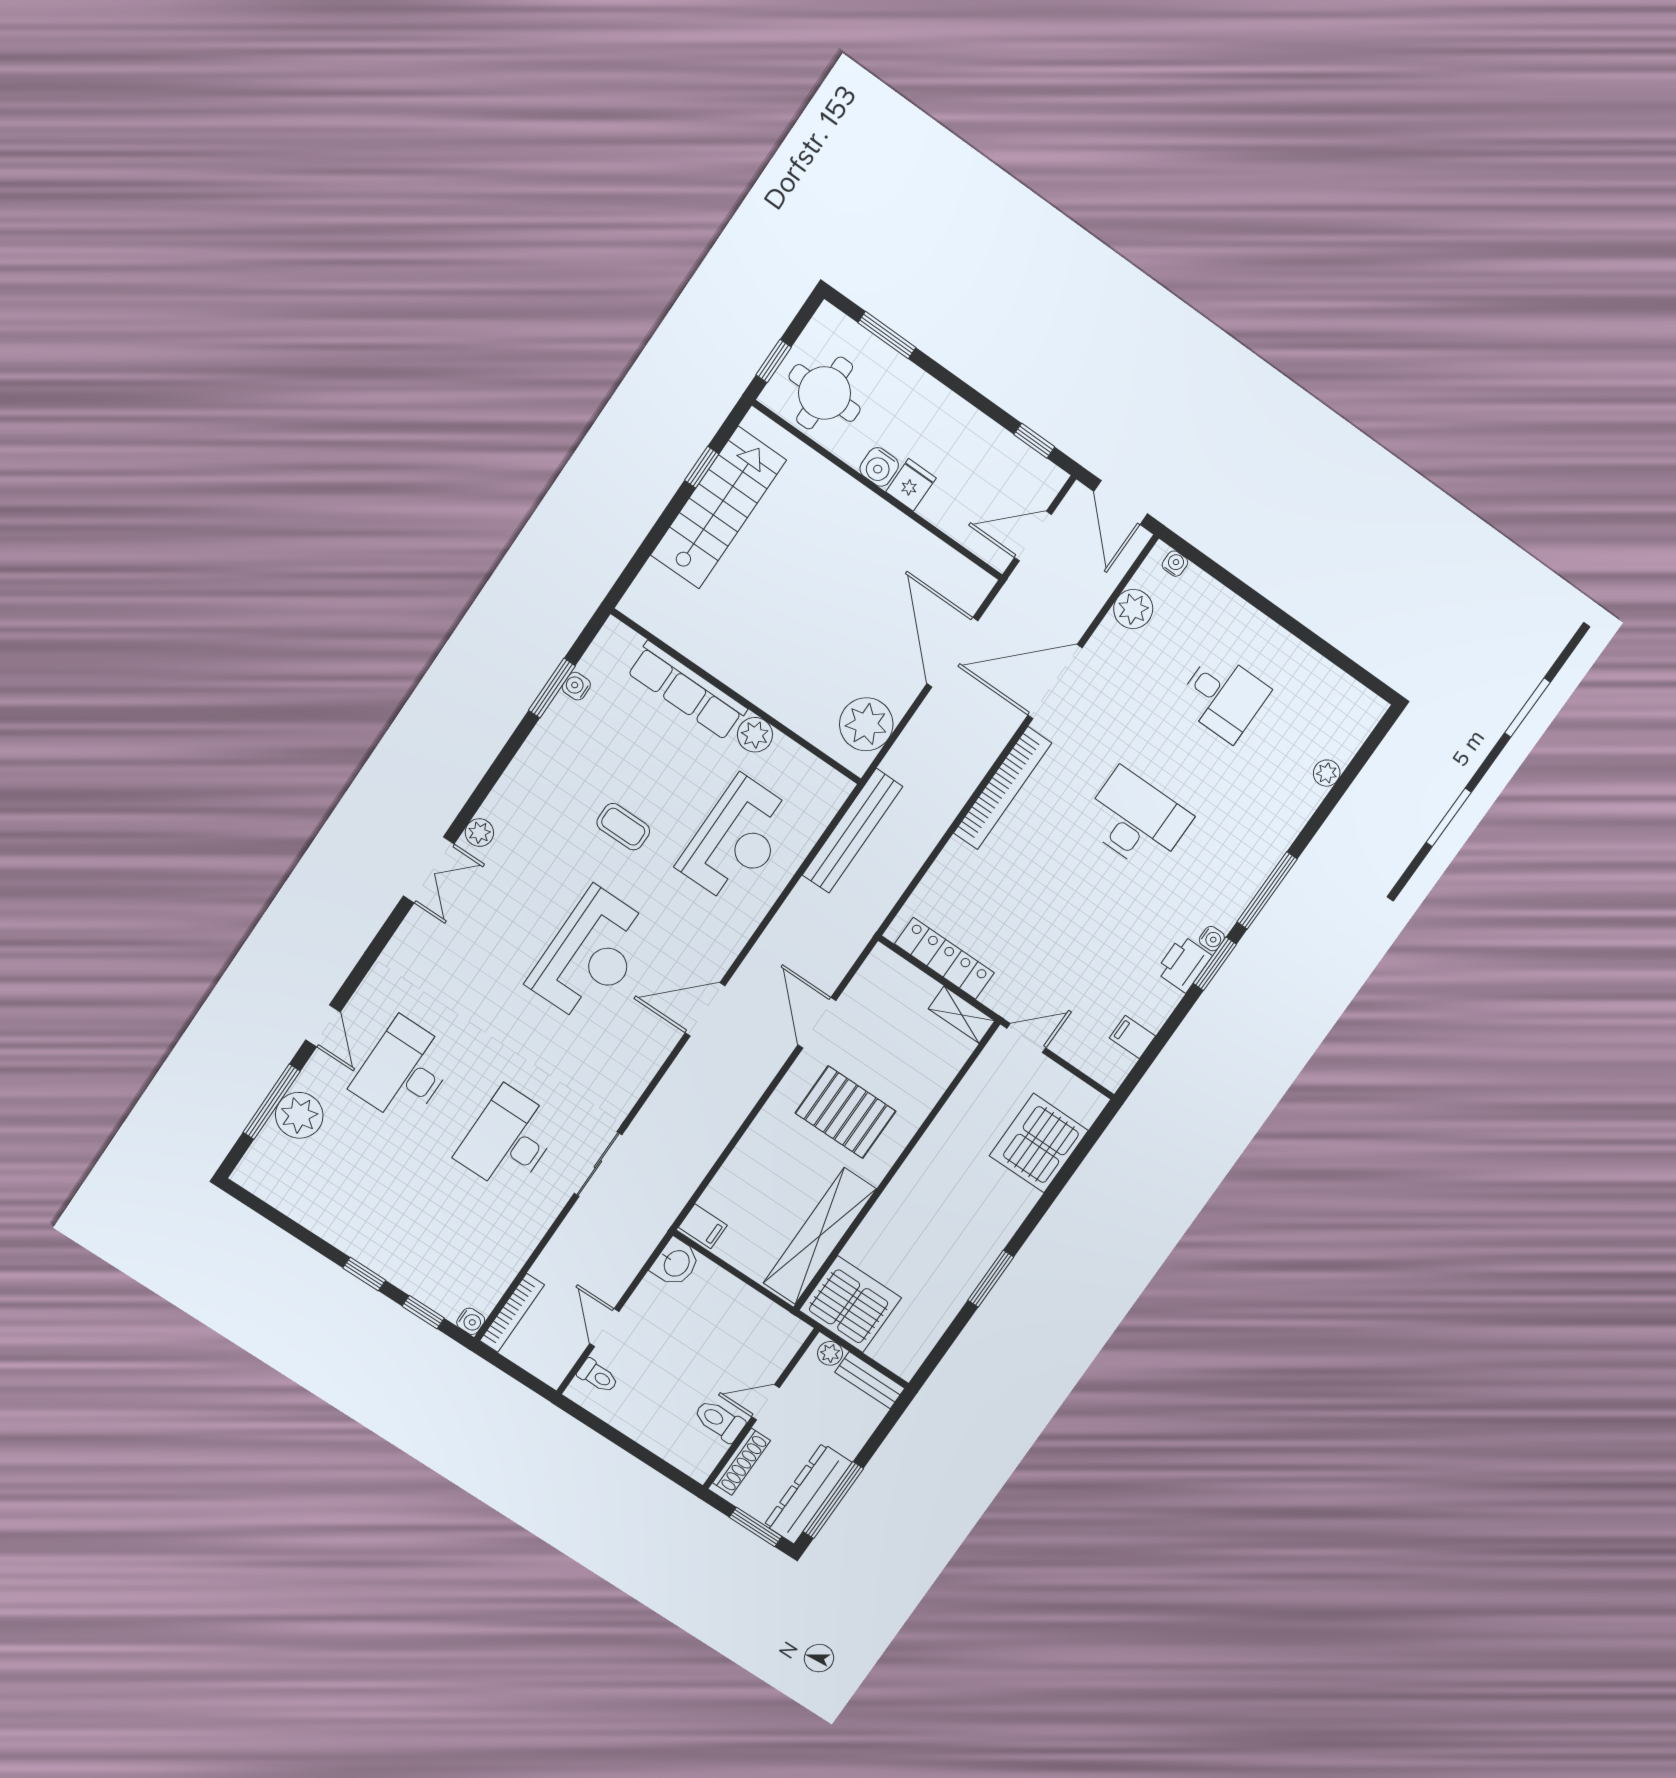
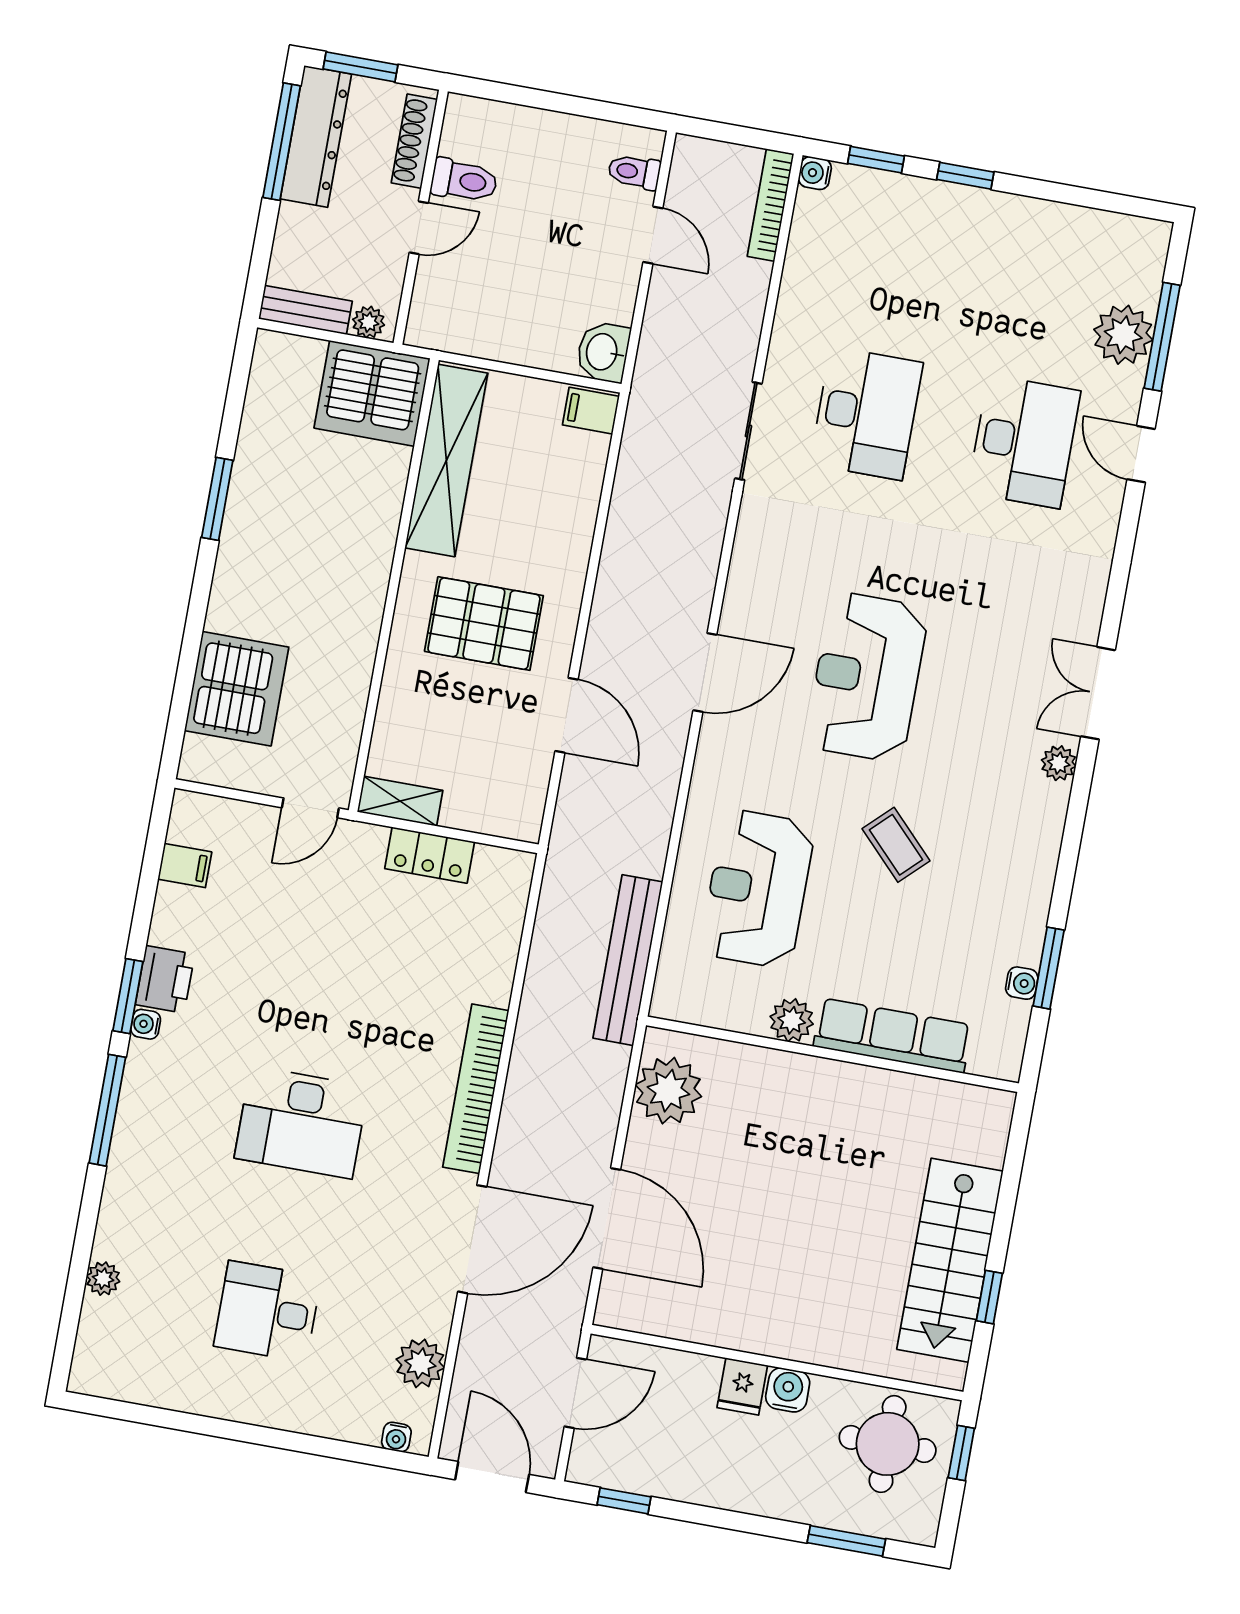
coffee table: (623, 827) -> (896, 845), turned 46
locker: (944, 958) -> (430, 855), width x0.66

